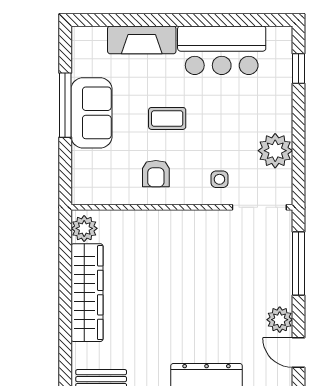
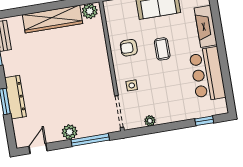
plant: (275, 151) -> (150, 121), width x0.53, depth x0.53
plant: (280, 320) -> (70, 132), moved

